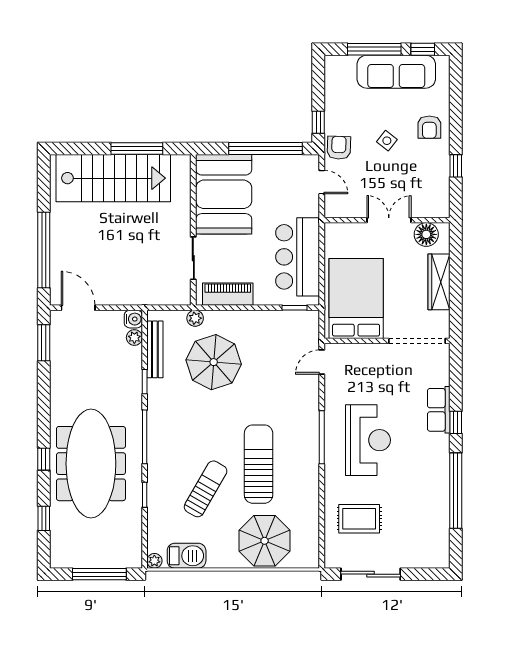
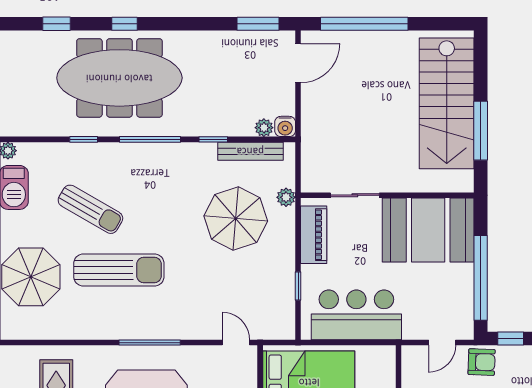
window: (295, 308) -> (298, 286), moved

